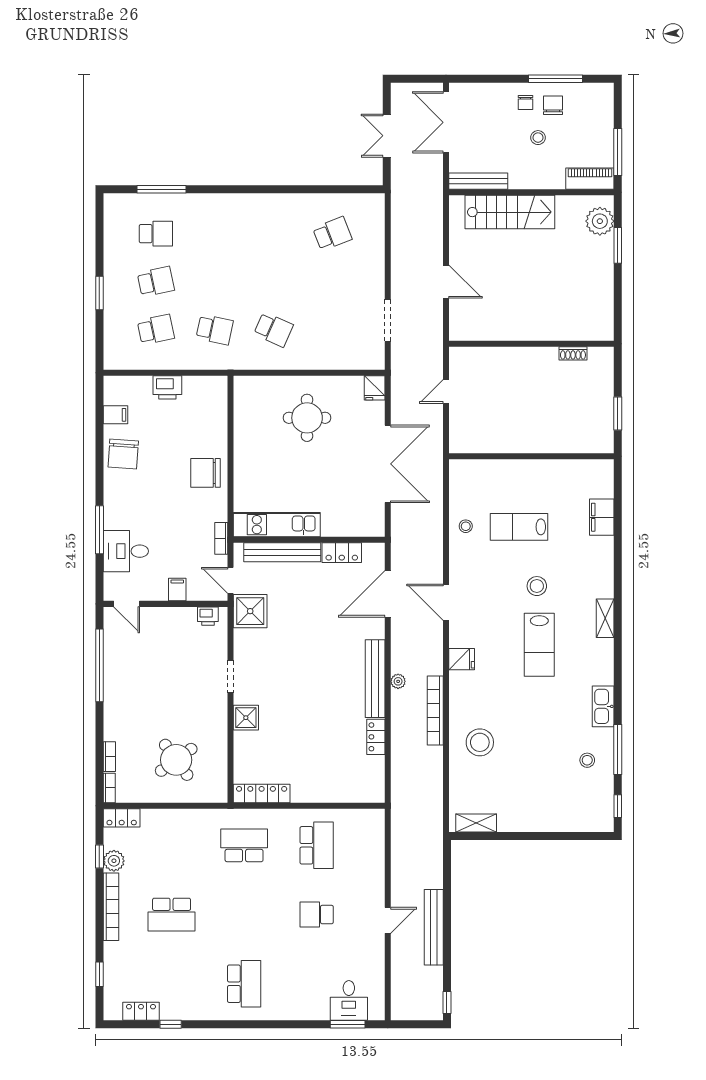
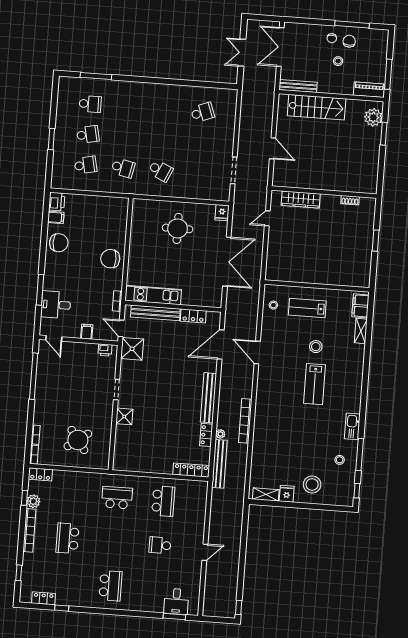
wardrobe: (496, 358) -> (301, 200), added
printer: (167, 387) -> (57, 202), moved, turned -90
chair: (123, 454) -> (59, 243), turned -94
wall: (531, 456) -> (317, 286), moved
shelving: (605, 618) -> (361, 331), moved
fridge: (462, 659) -> (287, 494), moved, turned -90
plant: (398, 681) -> (220, 434), moved
stool: (480, 742) -> (312, 485), moved
locker: (262, 794) -> (191, 470), moved
school desk: (172, 915) -> (68, 538), turned 90
bench: (434, 927) -> (219, 464), moved

